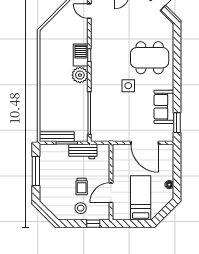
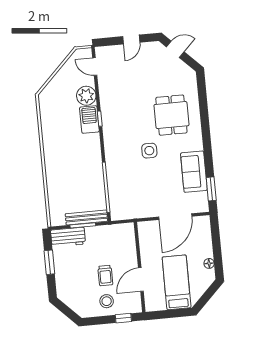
dining table: (150, 58) -> (171, 115), width x0.73
plant: (80, 75) -> (86, 96), moved
bench: (57, 137) -> (86, 218), moved
door: (145, 143) -> (175, 217), hinge flipped
workbench: (83, 152) -> (68, 237), moved
window: (36, 171) -> (49, 262), width x0.69

